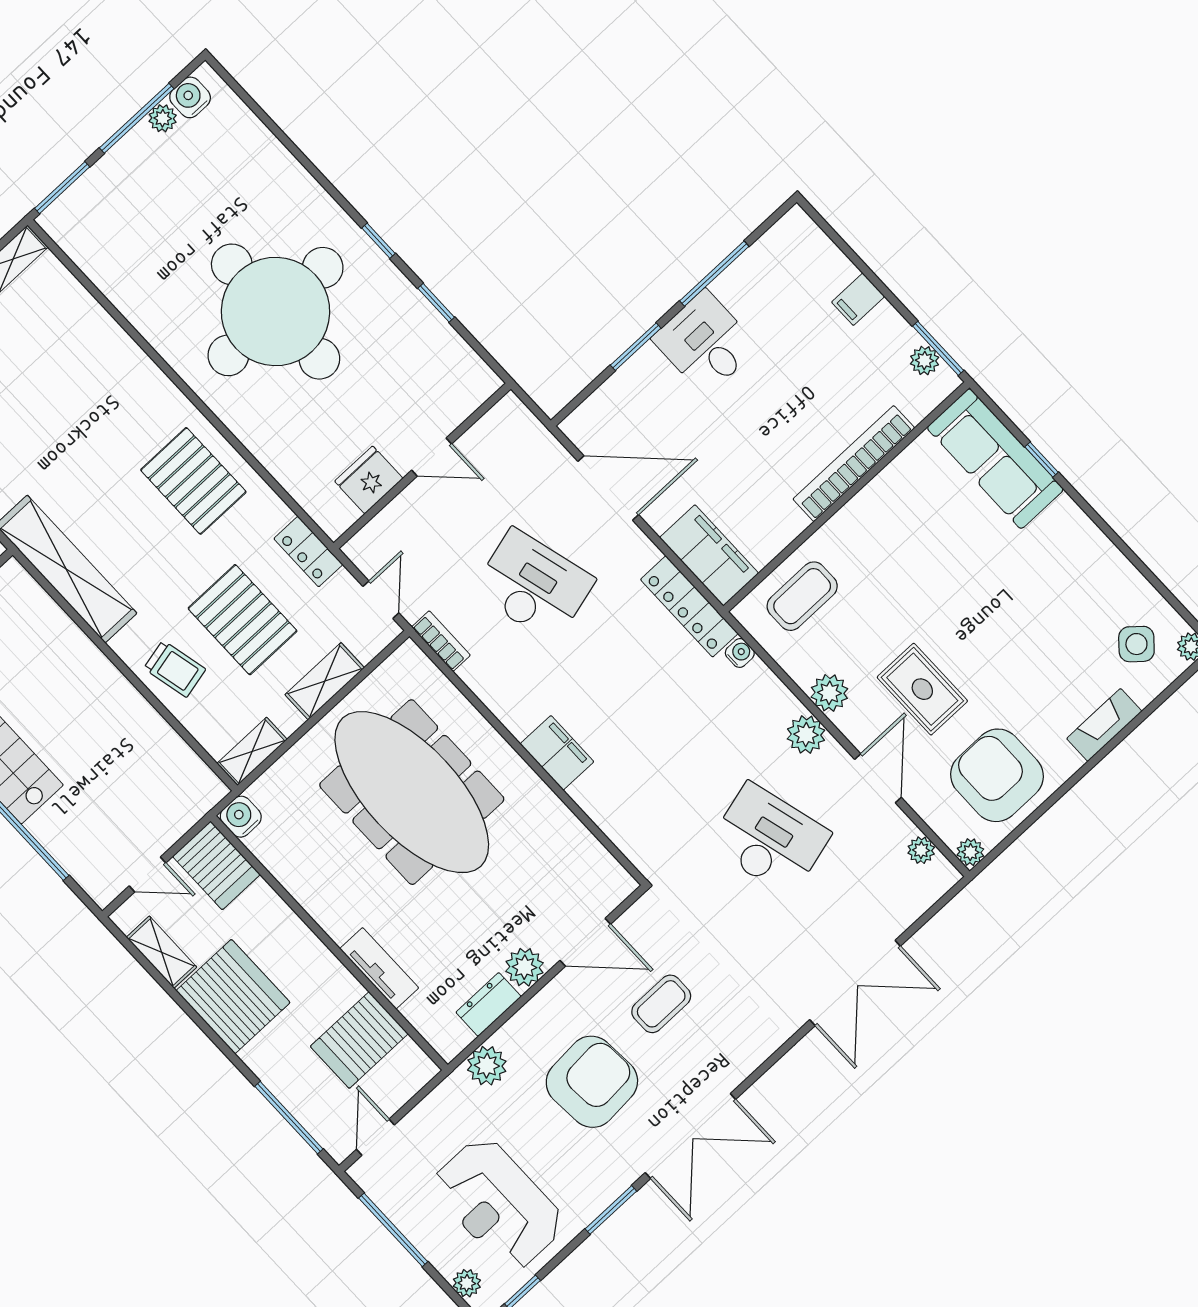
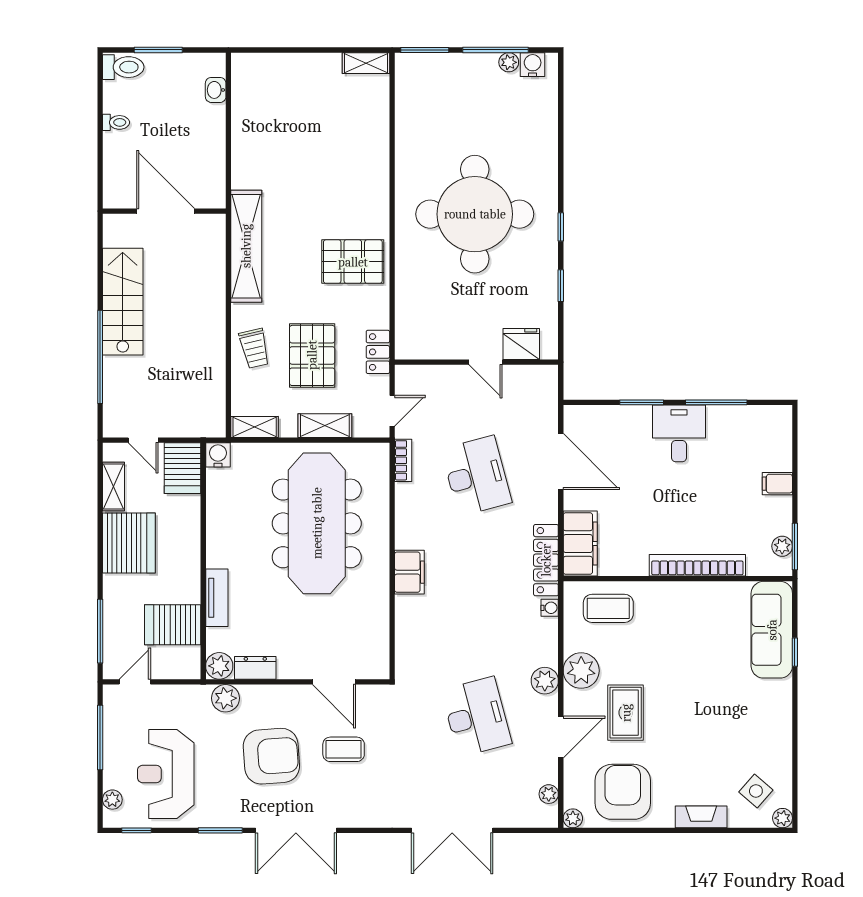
fridge: (369, 480) -> (521, 344), moved
pallet: (193, 481) -> (353, 262), turned 90
plant: (829, 693) -> (581, 671), width x1.36, depth x1.36
plant: (525, 967) -> (219, 666), moved

